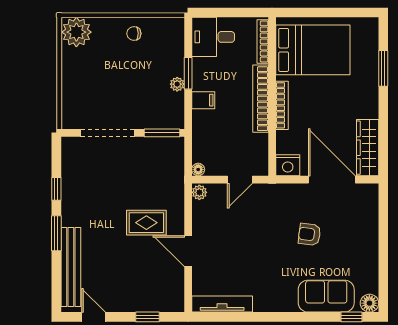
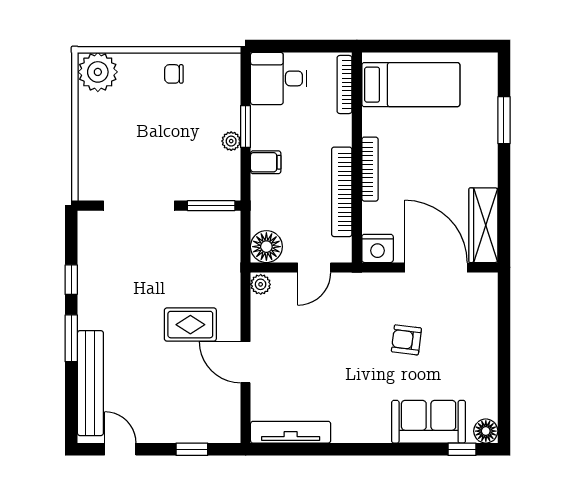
bed: (313, 50) -> (411, 85), width x0.67
bookcase: (261, 99) -> (342, 192), moved
floor lamp: (198, 170) -> (266, 247), width x1.89, depth x1.89

